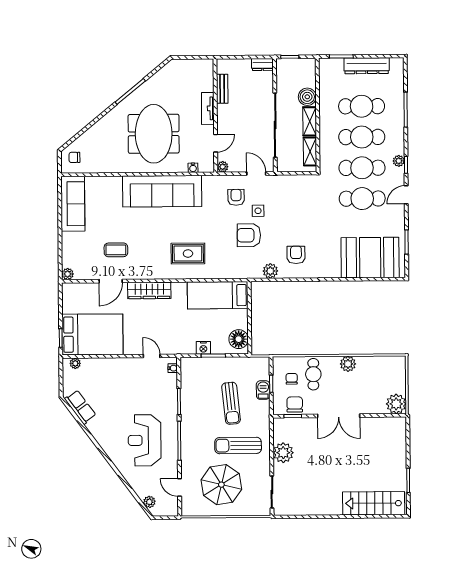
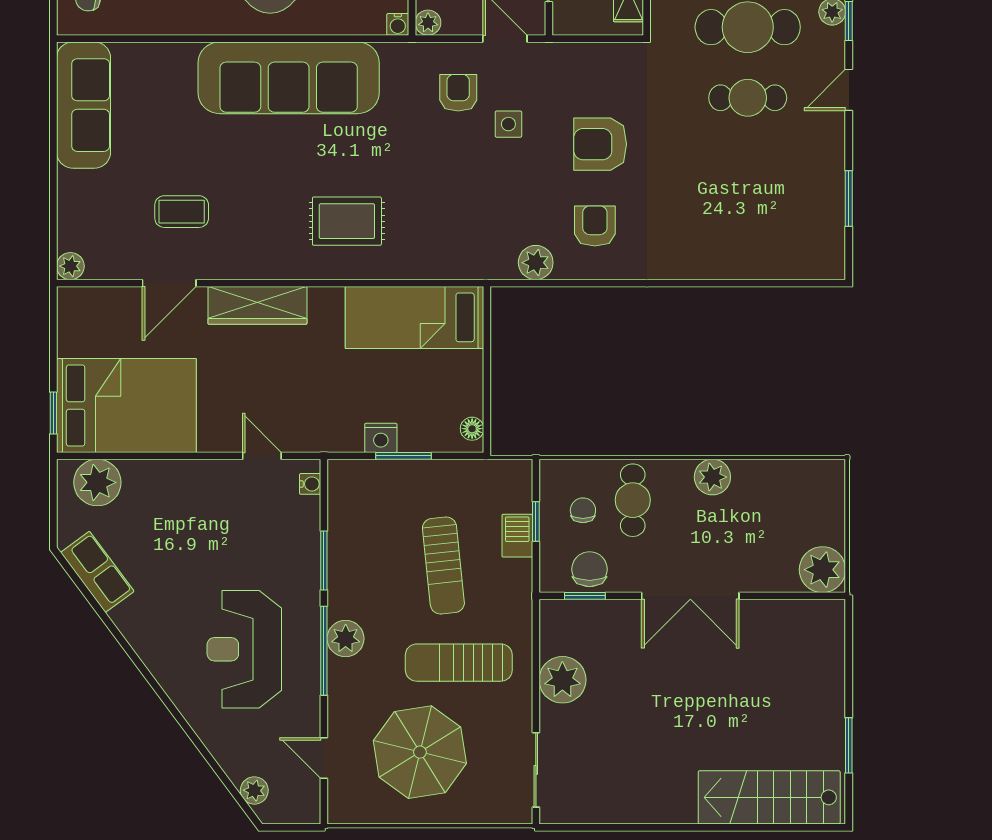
water cooler: (193, 168) -> (398, 24), moved
cafe table: (362, 199) -> (748, 98), width x0.73, depth x0.74
armchair: (249, 235) -> (600, 144), moved
booth: (370, 258) -> (765, 233), removed
floor lamp: (239, 339) -> (472, 429), width x0.53, depth x0.53
plant: (75, 363) -> (97, 482), width x1.88, depth x1.88
plant: (189, 435) -> (346, 639), added

